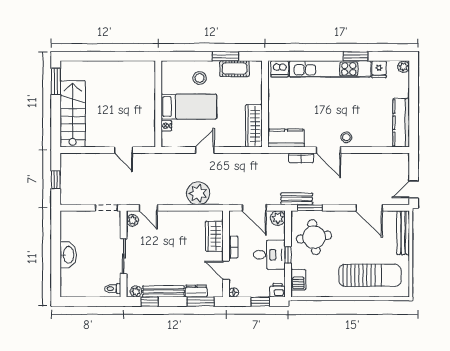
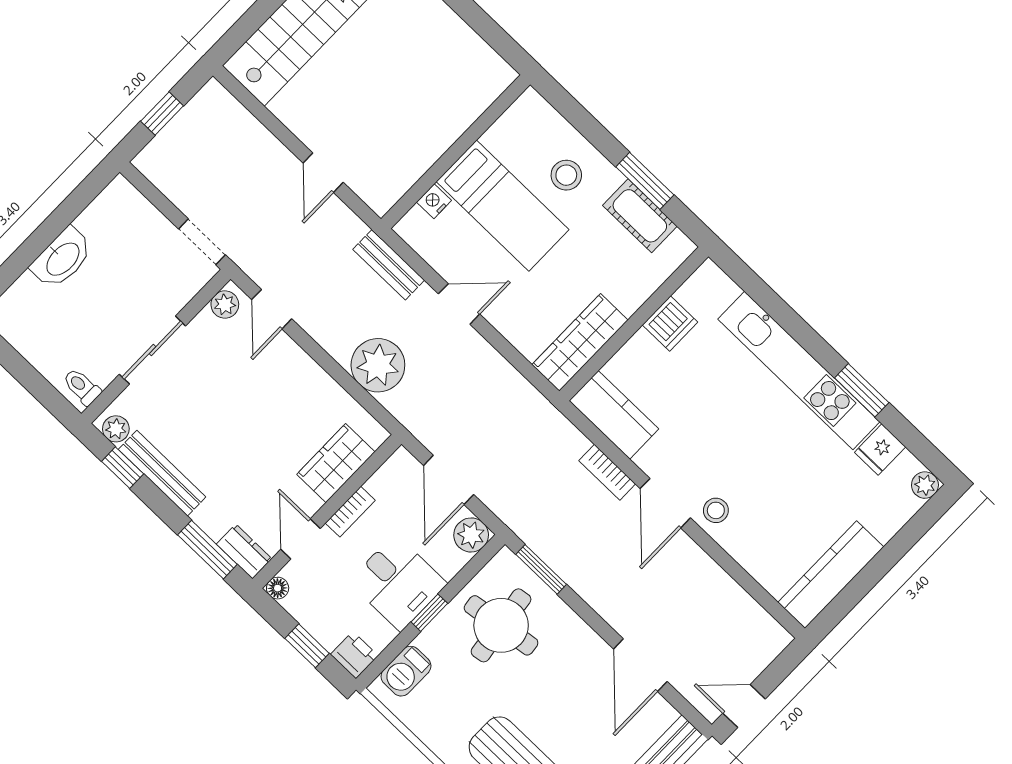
dishwasher: (280, 69) -> (670, 323), moved, turned -90
bench: (297, 199) -> (389, 265), moved
dresser: (196, 291) -> (244, 551), moved

